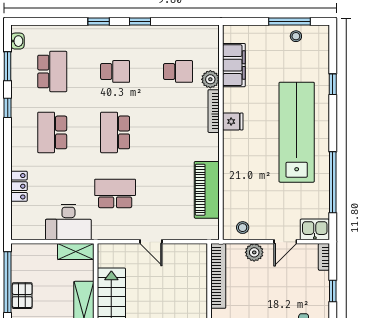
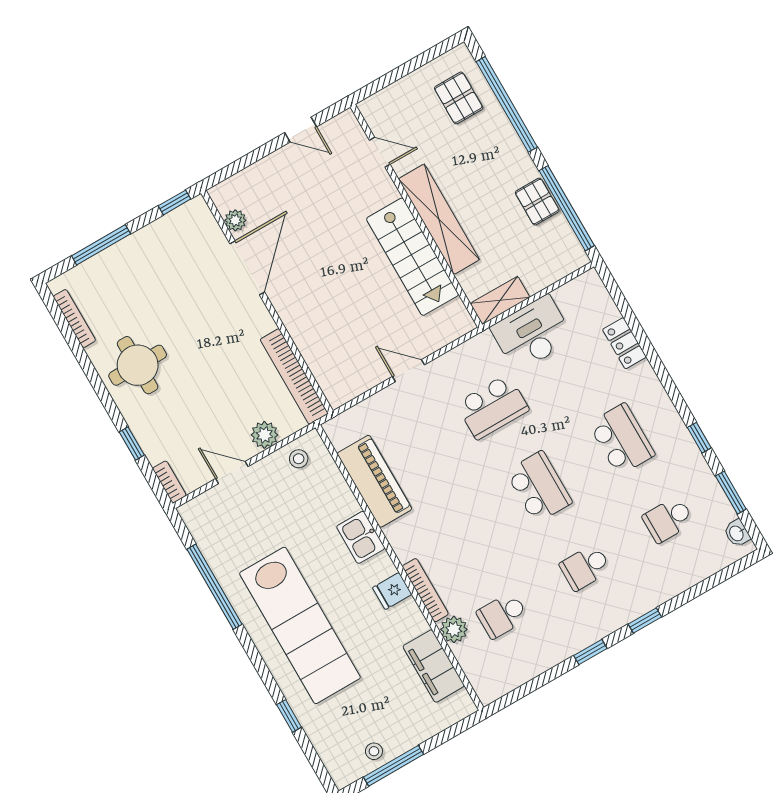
school desk: (52, 71) -> (668, 519), width x0.54
kitchen sink: (315, 229) -> (361, 537), moved, turned 90
door: (285, 242) -> (232, 473), hinge flipped

